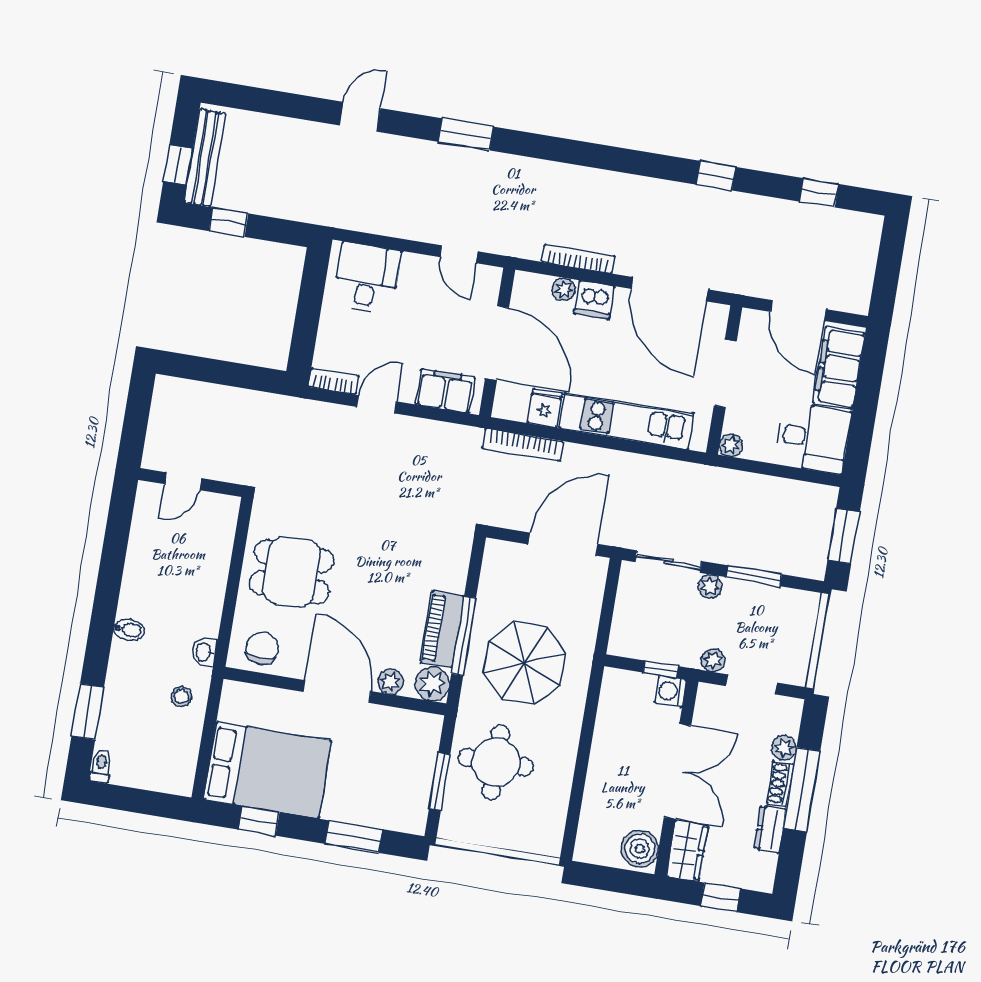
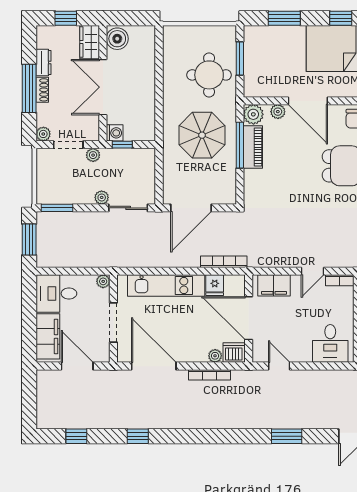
dishwasher: (594, 300) -> (234, 353), moved
window: (754, 576) -> (57, 208), moved
plant: (784, 748) -> (43, 134), moved

